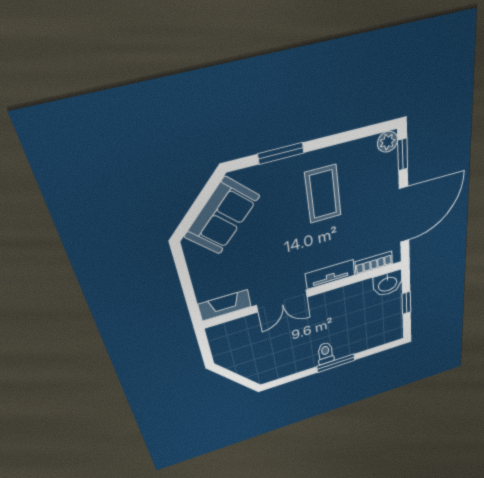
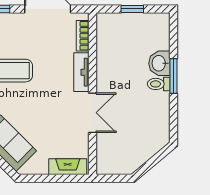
washbasin: (388, 284) -> (159, 63), moved, turned 180
fireplace: (225, 305) -> (68, 167), moved, turned 90

